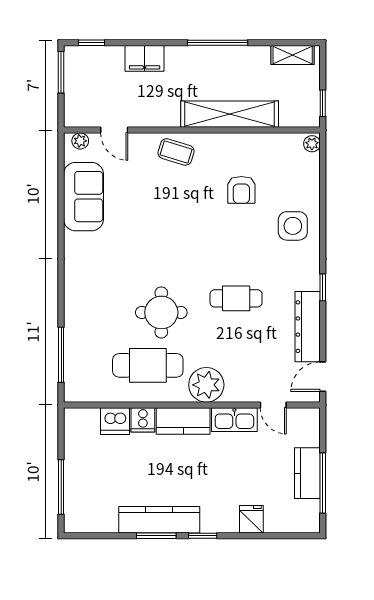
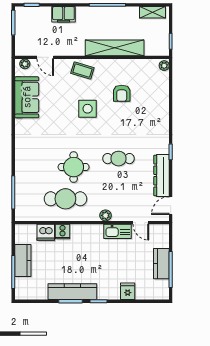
side table: (293, 226) -> (88, 109), moved
plant: (206, 385) -> (106, 215), width x0.53, depth x0.53
kitchen counter: (183, 421) -> (23, 260), moved, turned -90

